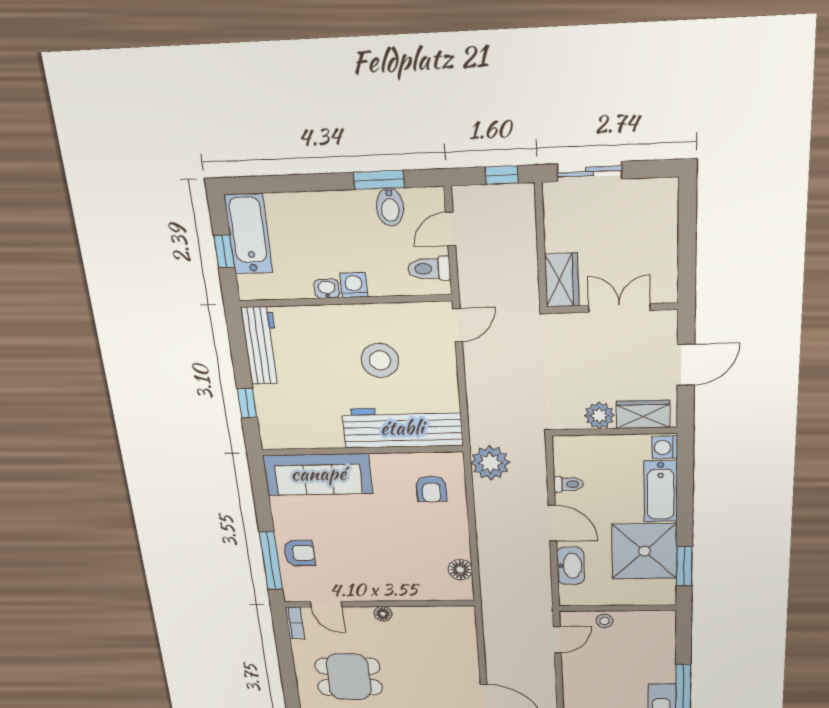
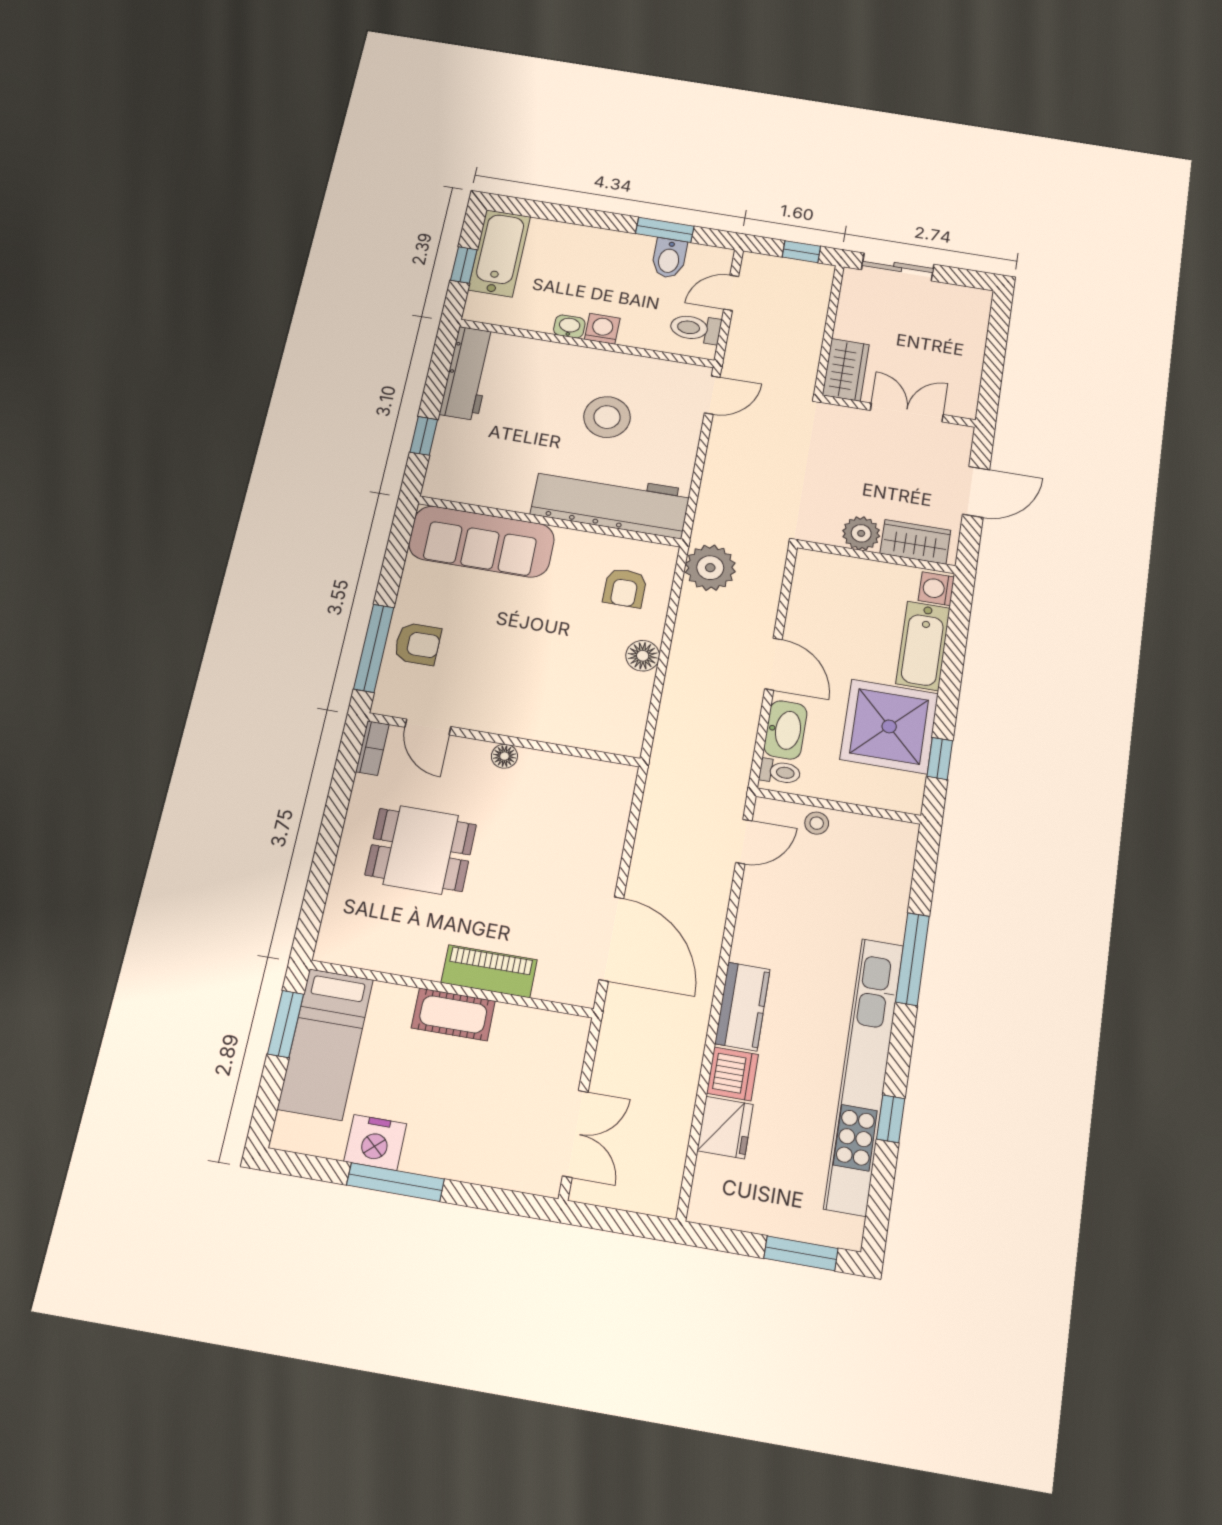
toilet: (569, 484) -> (780, 772), moved
window: (684, 566) -> (940, 759), width x0.67
floor lamp: (460, 570) -> (643, 656), moved

